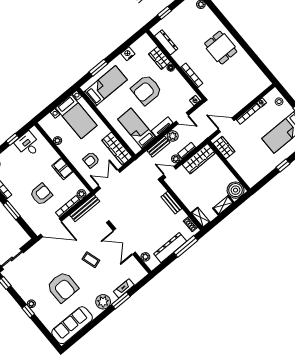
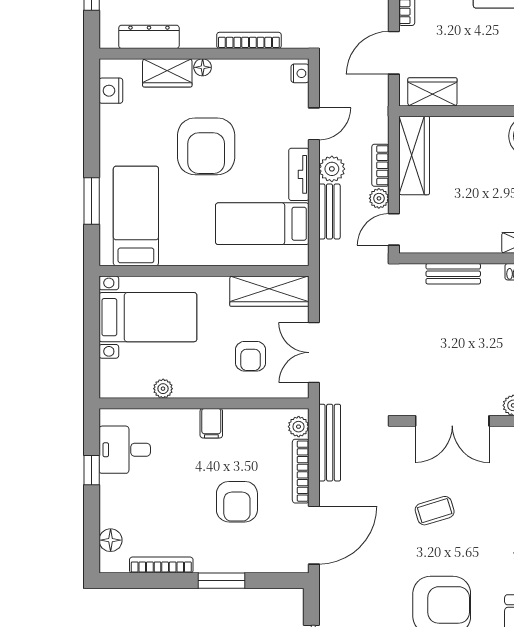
nightstand: (128, 54) -> (111, 91), moved
filing cabinet: (62, 169) -> (211, 423), width x0.50
armchair: (41, 194) -> (237, 502), turned 180

